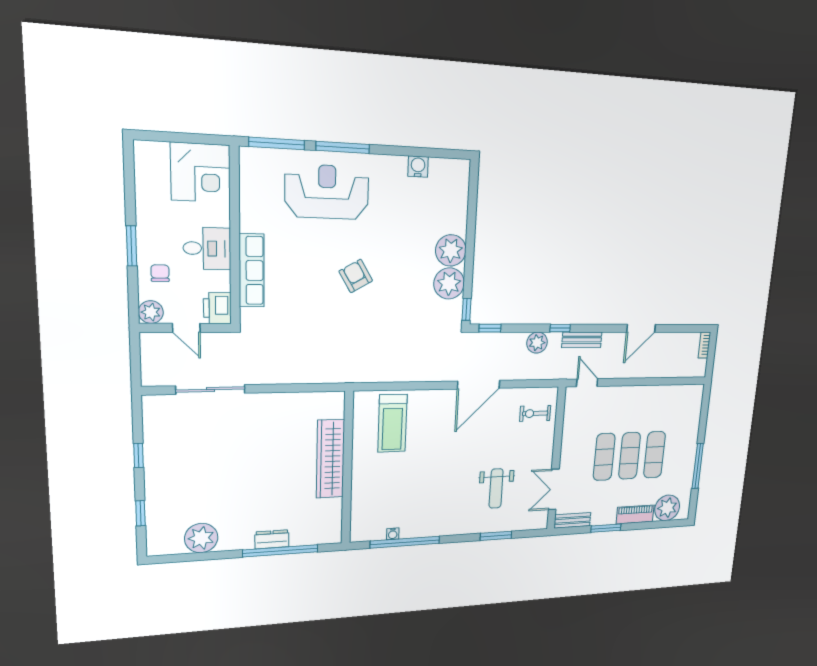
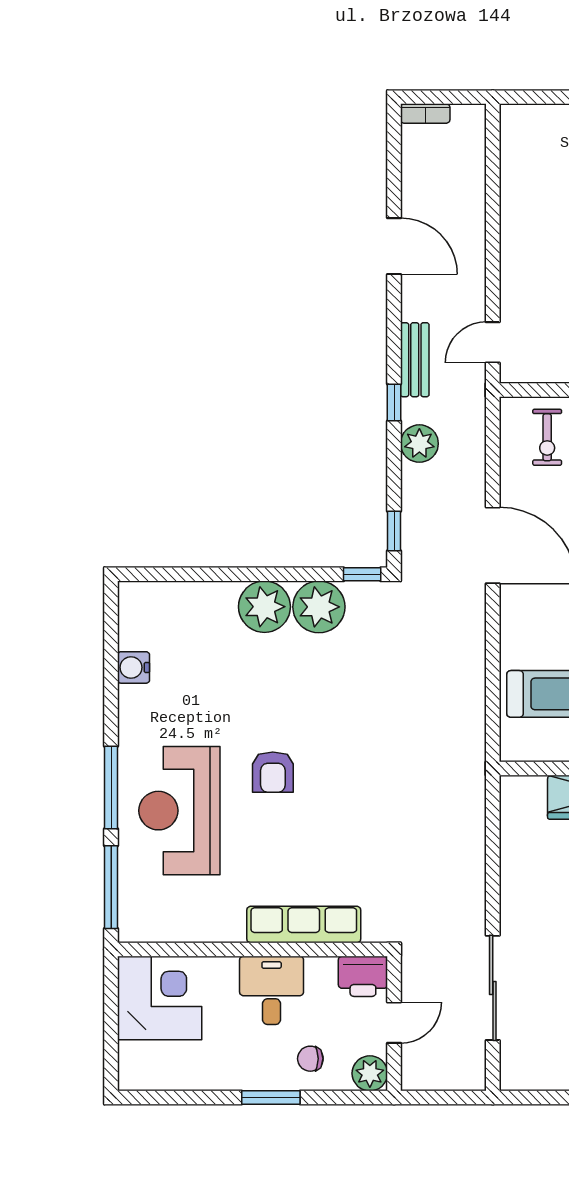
armchair: (356, 276) -> (273, 772), moved, turned -60

